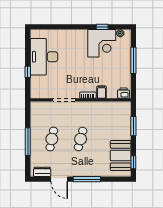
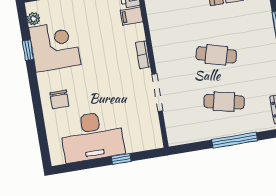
chair: (69, 41) -> (59, 99), added
filing cabinet: (102, 92) -> (132, 16), moved

